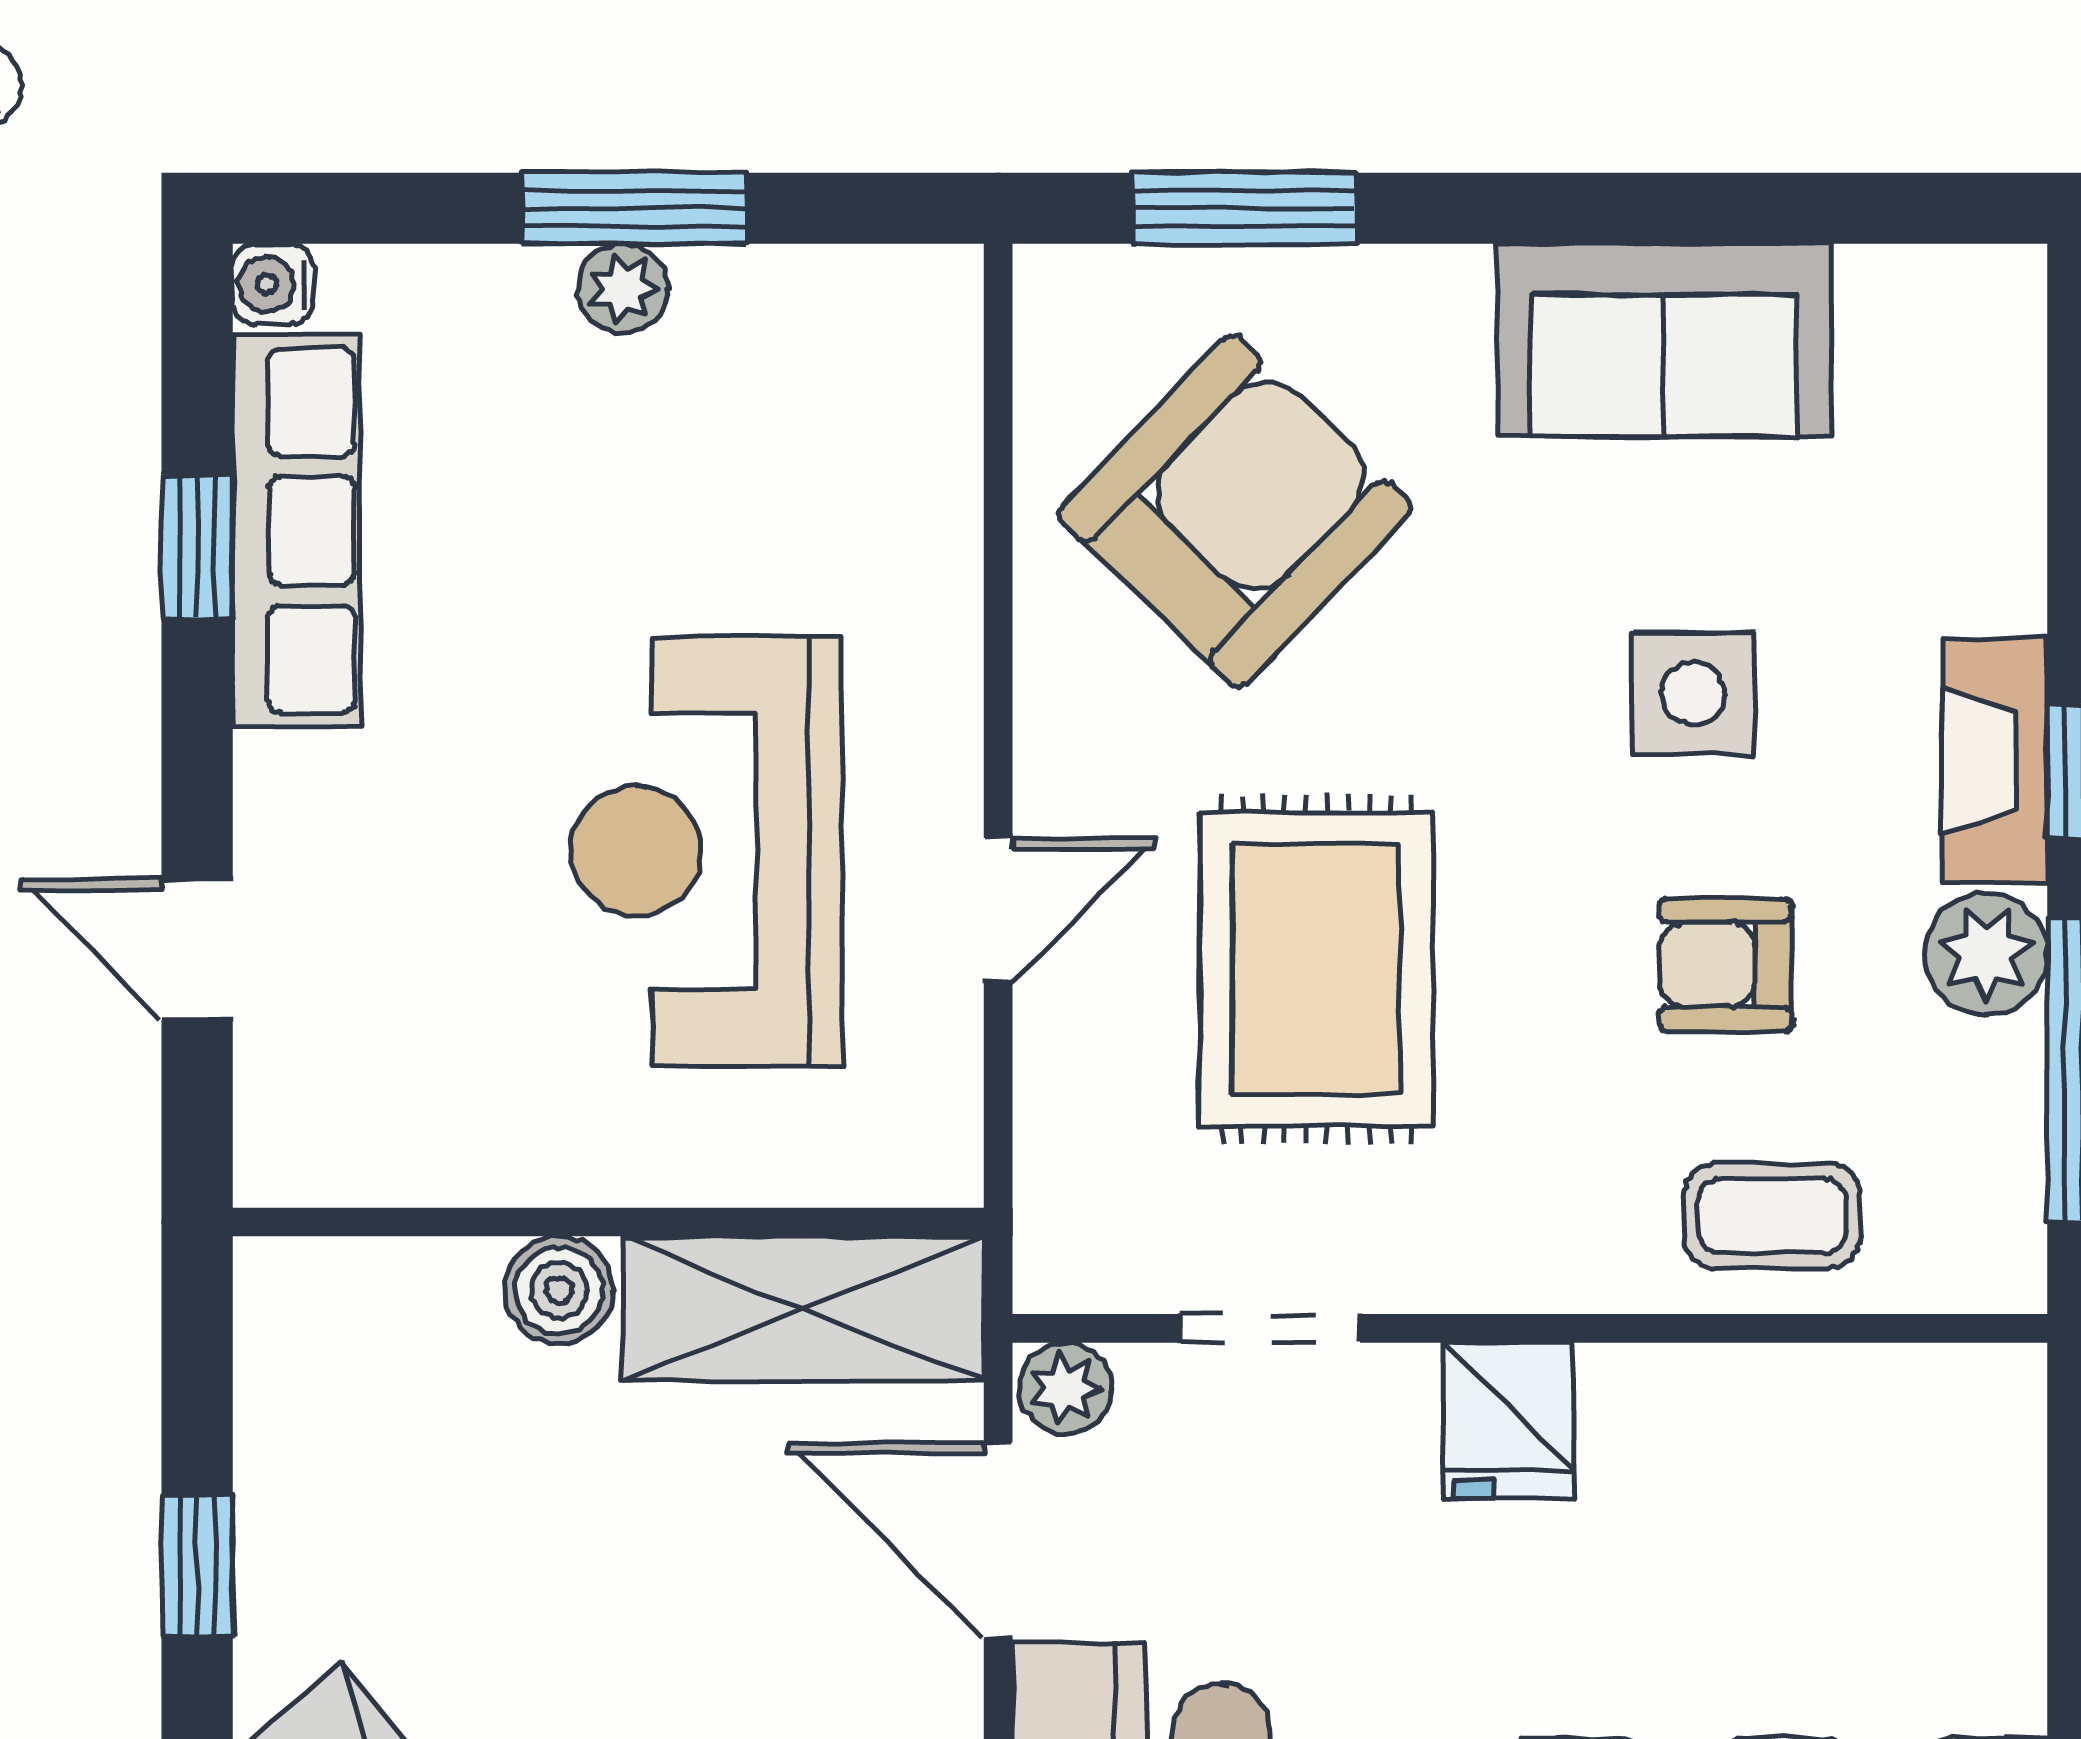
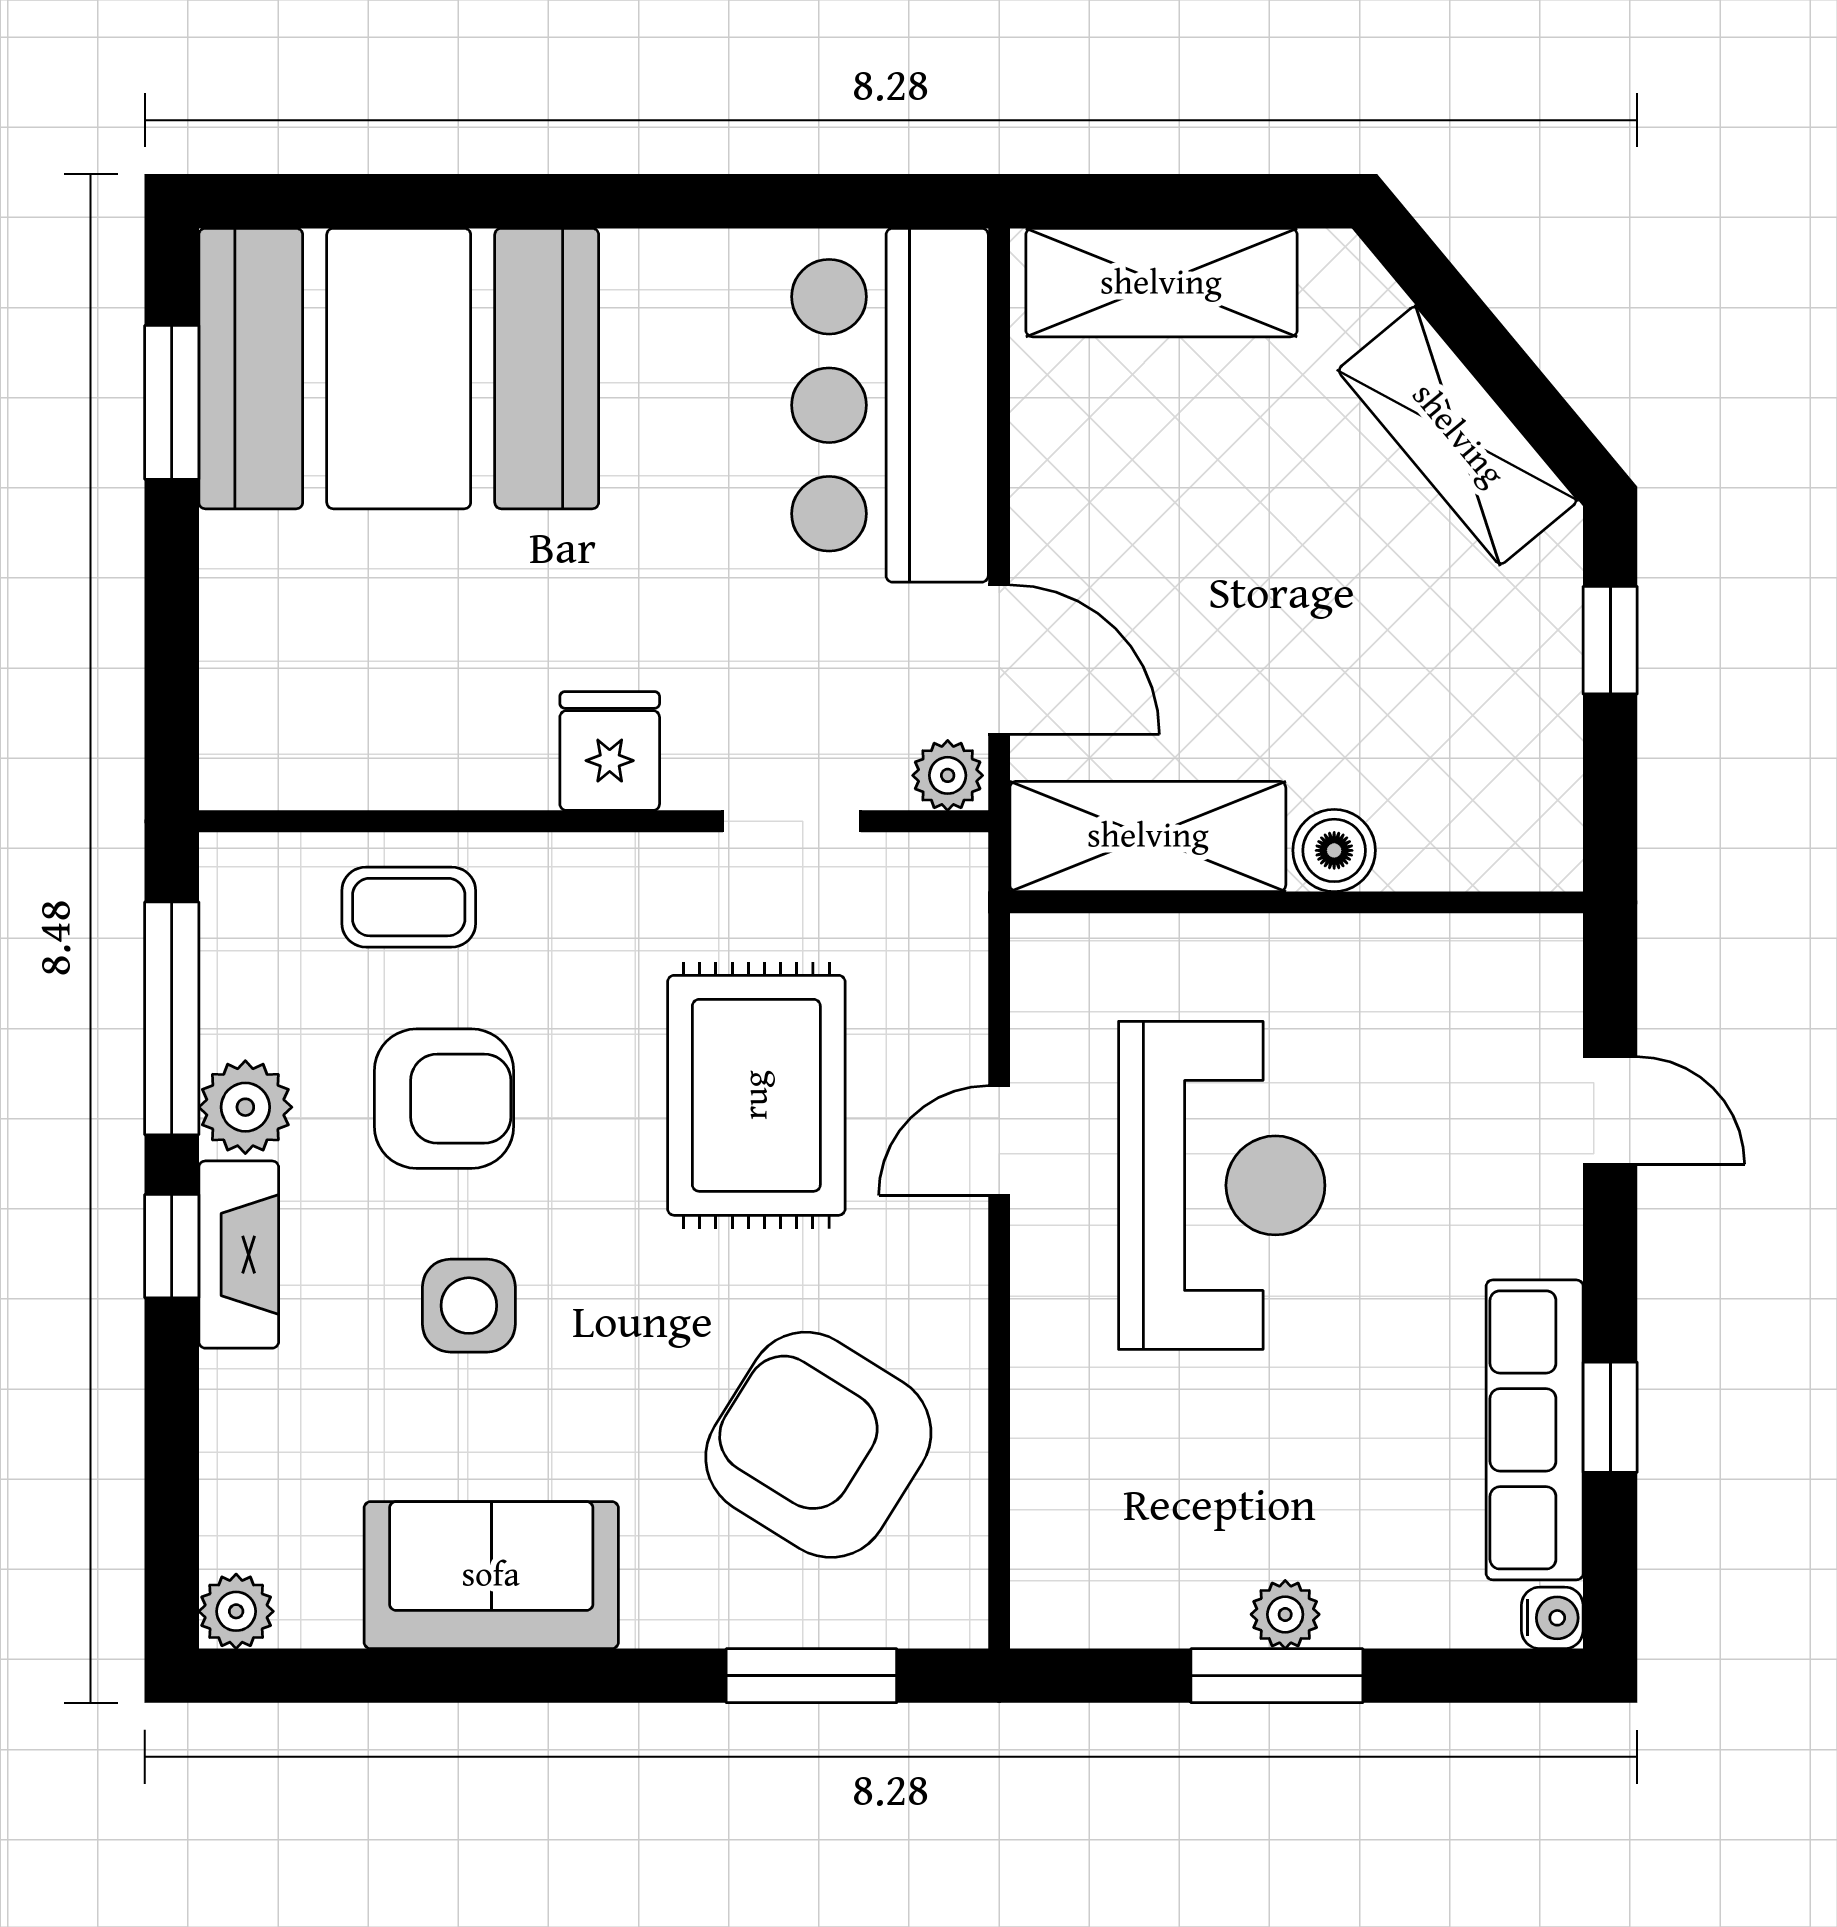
plant: (1998, 293) -> (236, 1611), added
armchair: (1235, 511) -> (818, 1445), turned 78
armchair: (1726, 965) -> (444, 1099), width x1.38, depth x1.38

